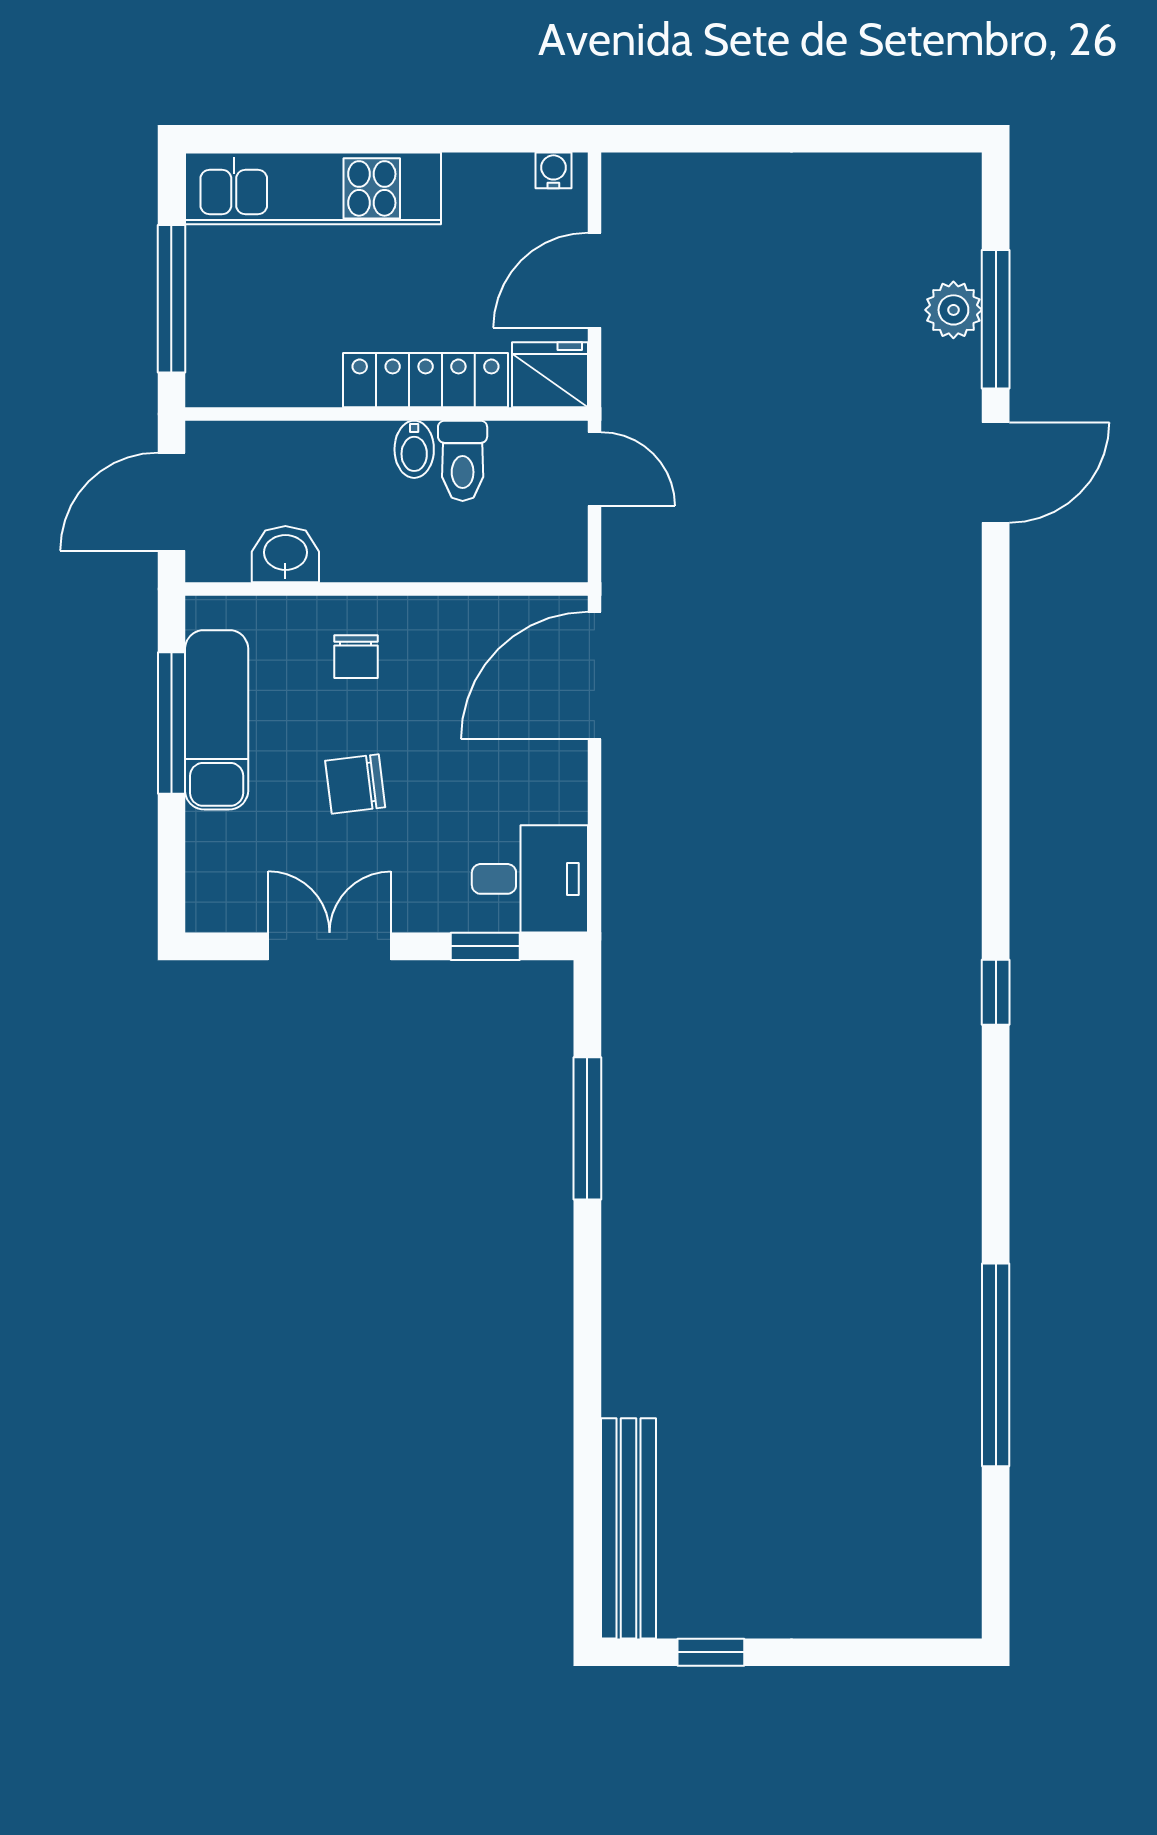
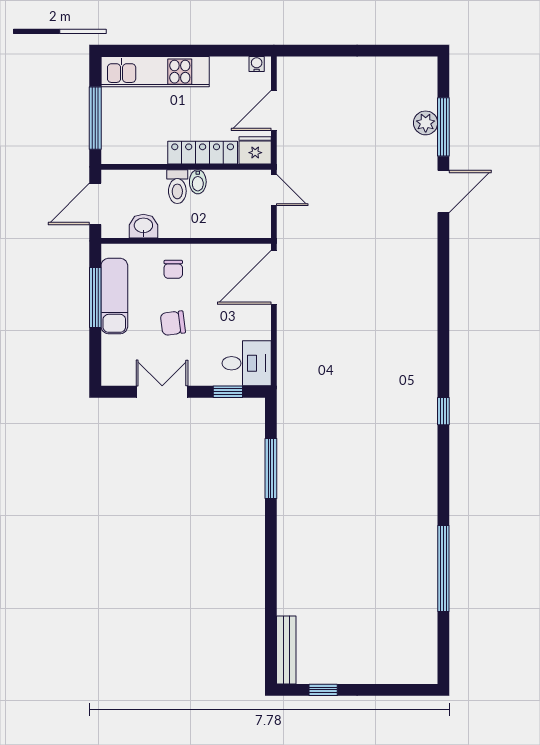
toilet: (463, 461) -> (177, 187), moved
bench: (628, 1528) -> (286, 650), width x0.73, depth x0.82

